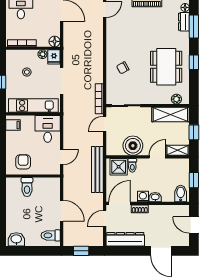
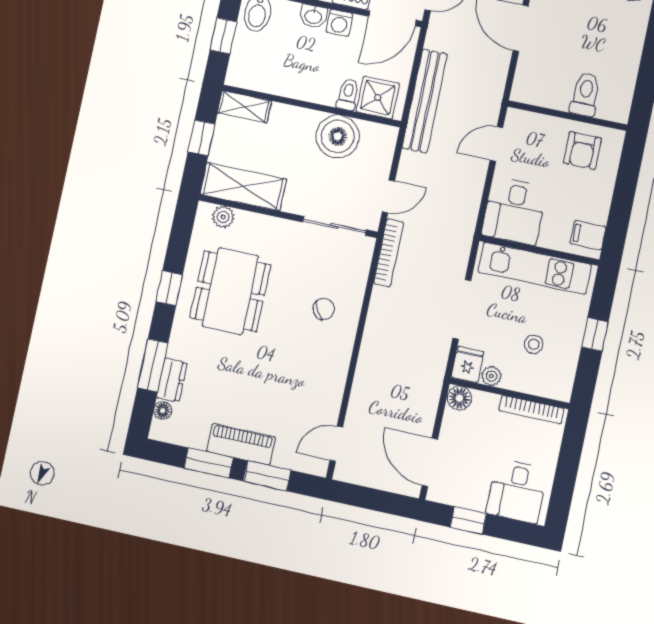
door: (157, 157) -> (291, 102), removed

